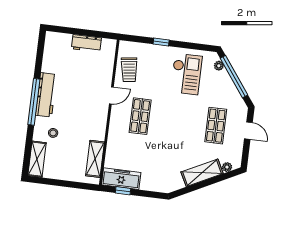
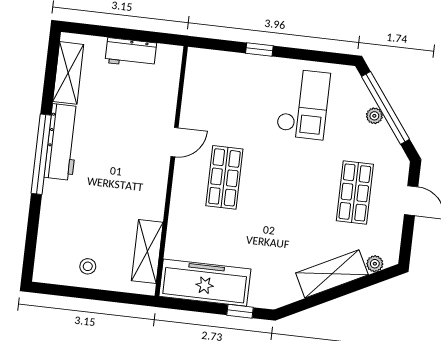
plant: (219, 66) -> (374, 116), moved
trolley: (129, 70) -> (205, 98), removed
stool: (53, 133) -> (88, 266), moved
shelving: (37, 159) -> (68, 73), moved
freezer: (121, 179) -> (205, 283), width x1.36, depth x1.26
window: (123, 191) -> (240, 311), moved

